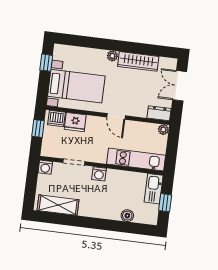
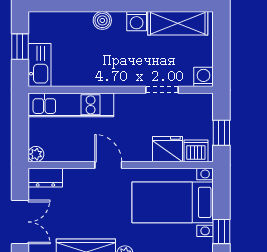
washing machine: (99, 174) -> (137, 21), moved, turned 180
boiler: (127, 216) -> (102, 20), moved

